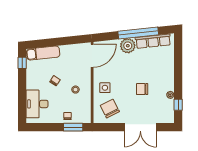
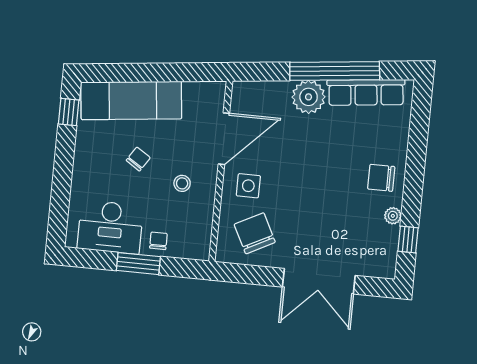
exam couch: (43, 53) -> (131, 101), width x1.36, depth x1.45
door: (92, 56) -> (224, 139), moved
chair: (142, 89) -> (381, 178), moved
desk: (37, 104) -> (110, 227), moved, turned -90
window: (73, 127) -> (138, 264), moved

